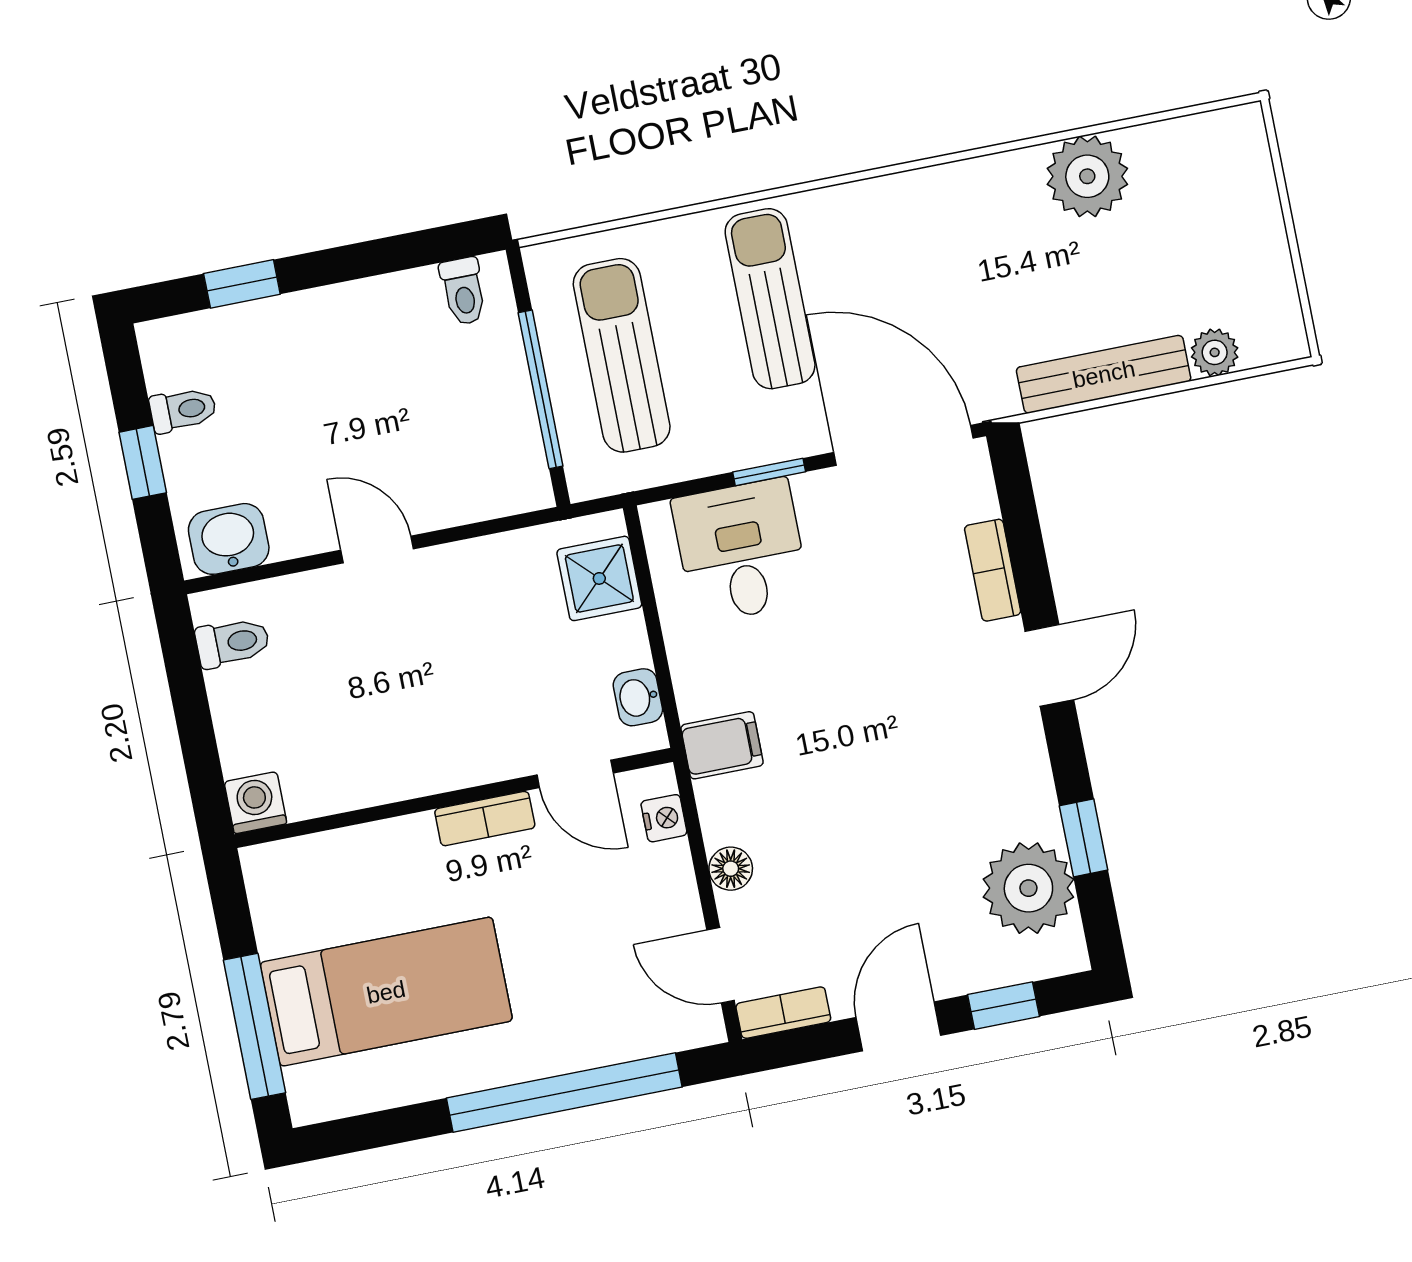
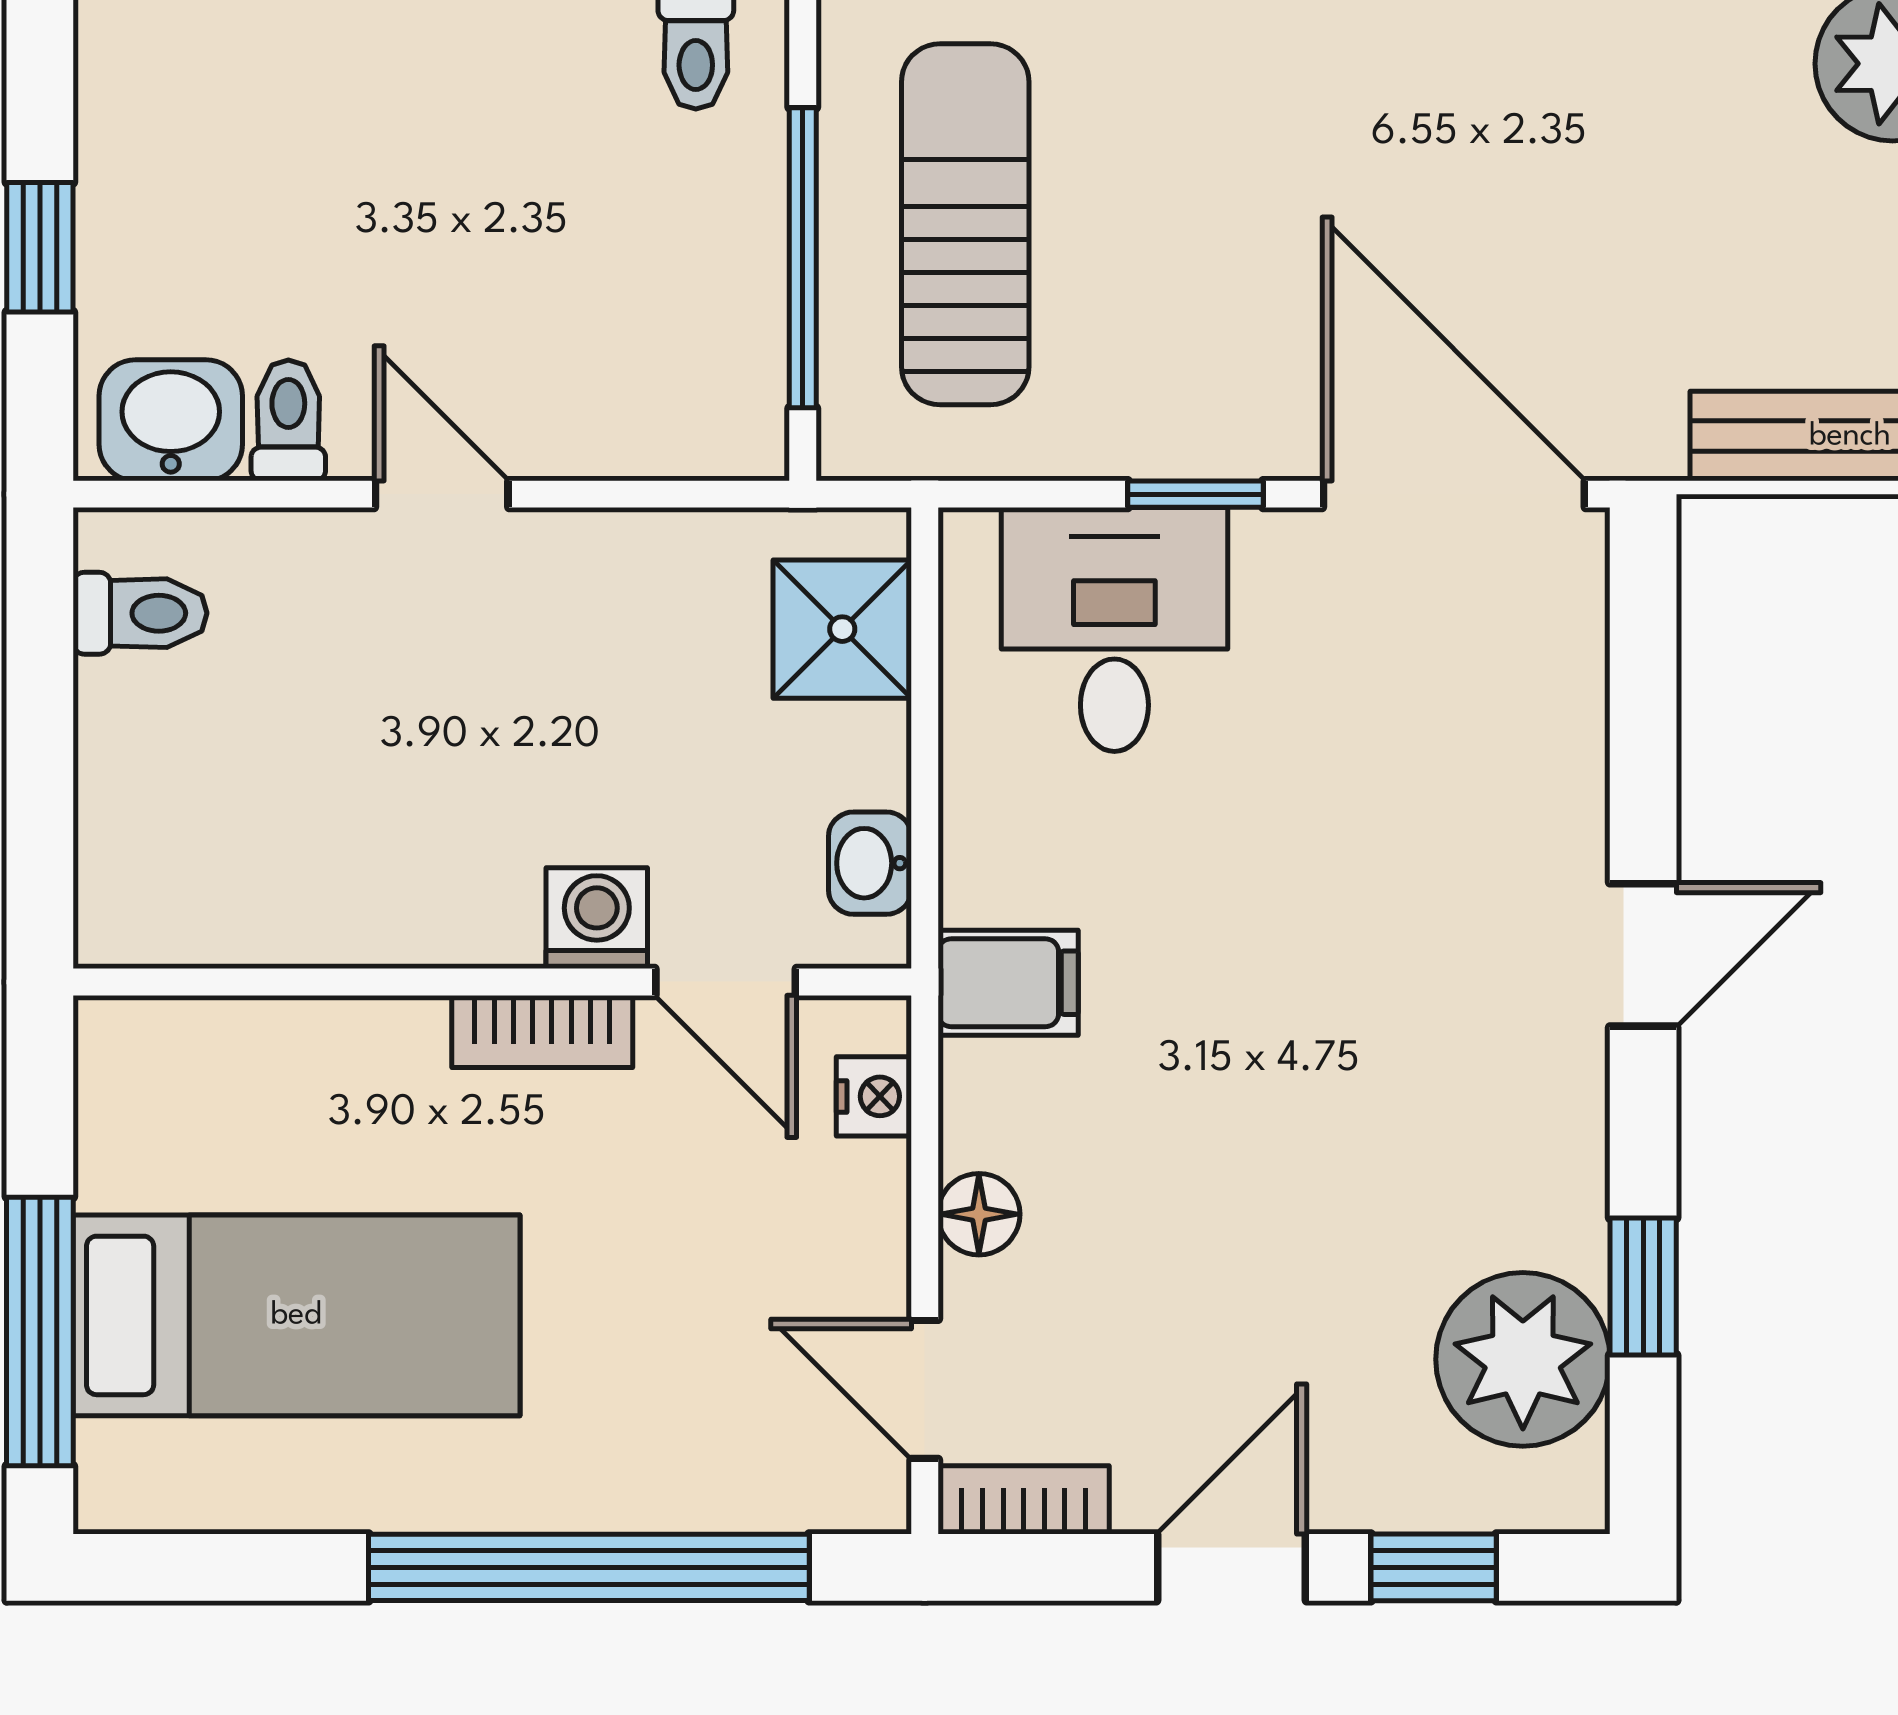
sun lounger: (770, 299) -> (1261, 174), removed
toilet: (183, 410) -> (288, 420), moved, turned -90
bookcase: (993, 570) -> (1573, 758), removed
washing machine: (255, 803) -> (597, 918), moved

